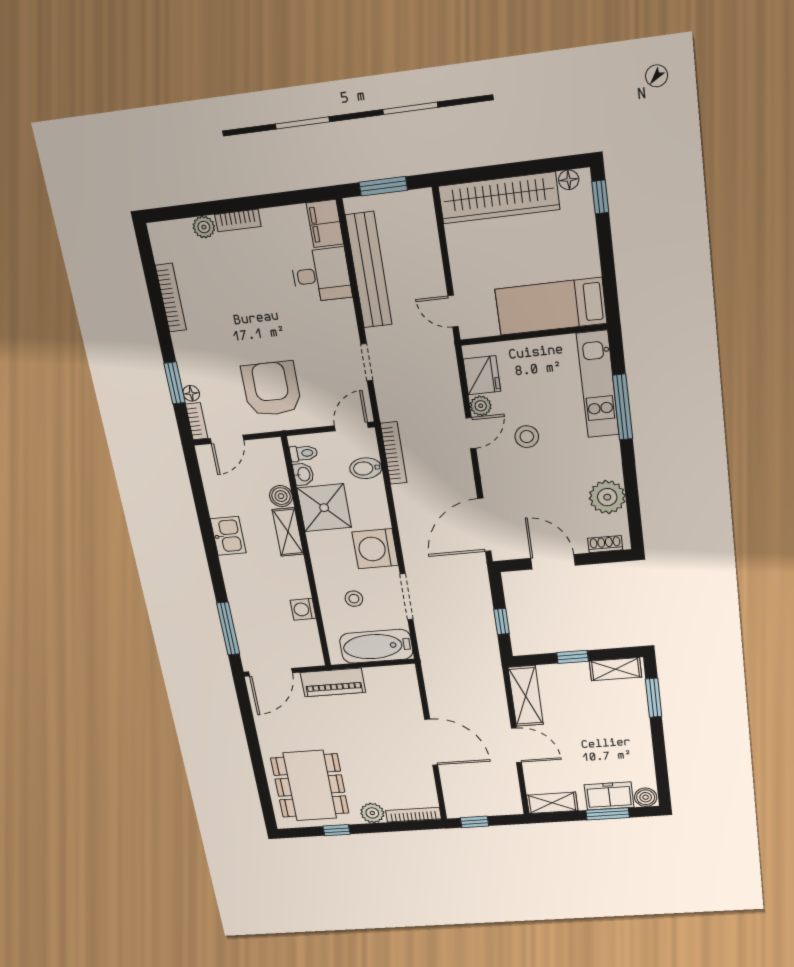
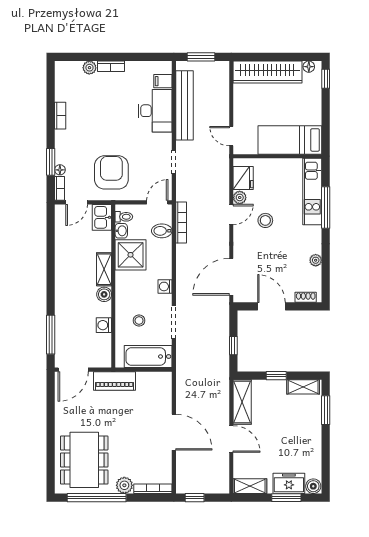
filing cabinet: (325, 224) -> (163, 81), width x0.50
desk: (321, 275) -> (155, 111), width x1.37
bookcase: (171, 298) -> (60, 116), width x0.64
boiler: (281, 496) -> (104, 294), moved
plant: (607, 497) -> (316, 260), width x0.53, depth x0.53
kitchen sink: (228, 536) -> (102, 217), moved, turned 180
washing machine: (375, 549) -> (165, 286), width x0.53, depth x0.53
window: (336, 830) -> (97, 498), width x3.17

